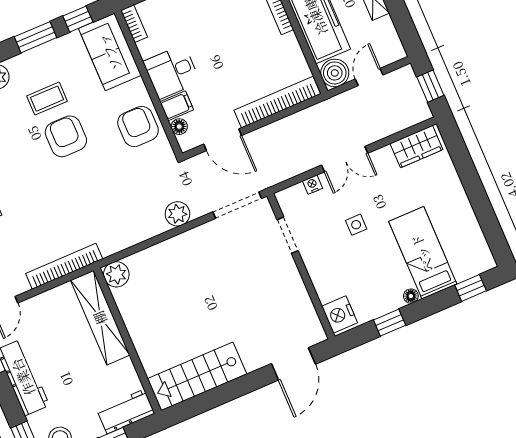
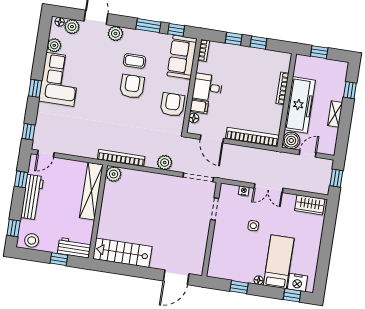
bookcase: (64, 266) -> (121, 158), moved
nightstand: (340, 314) -> (297, 282), moved, turned -90

